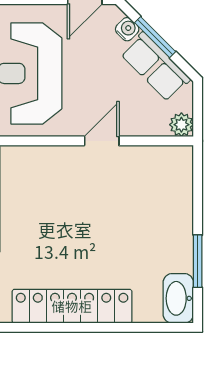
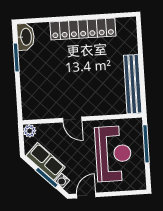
door: (102, 141) -> (72, 120), hinge flipped

